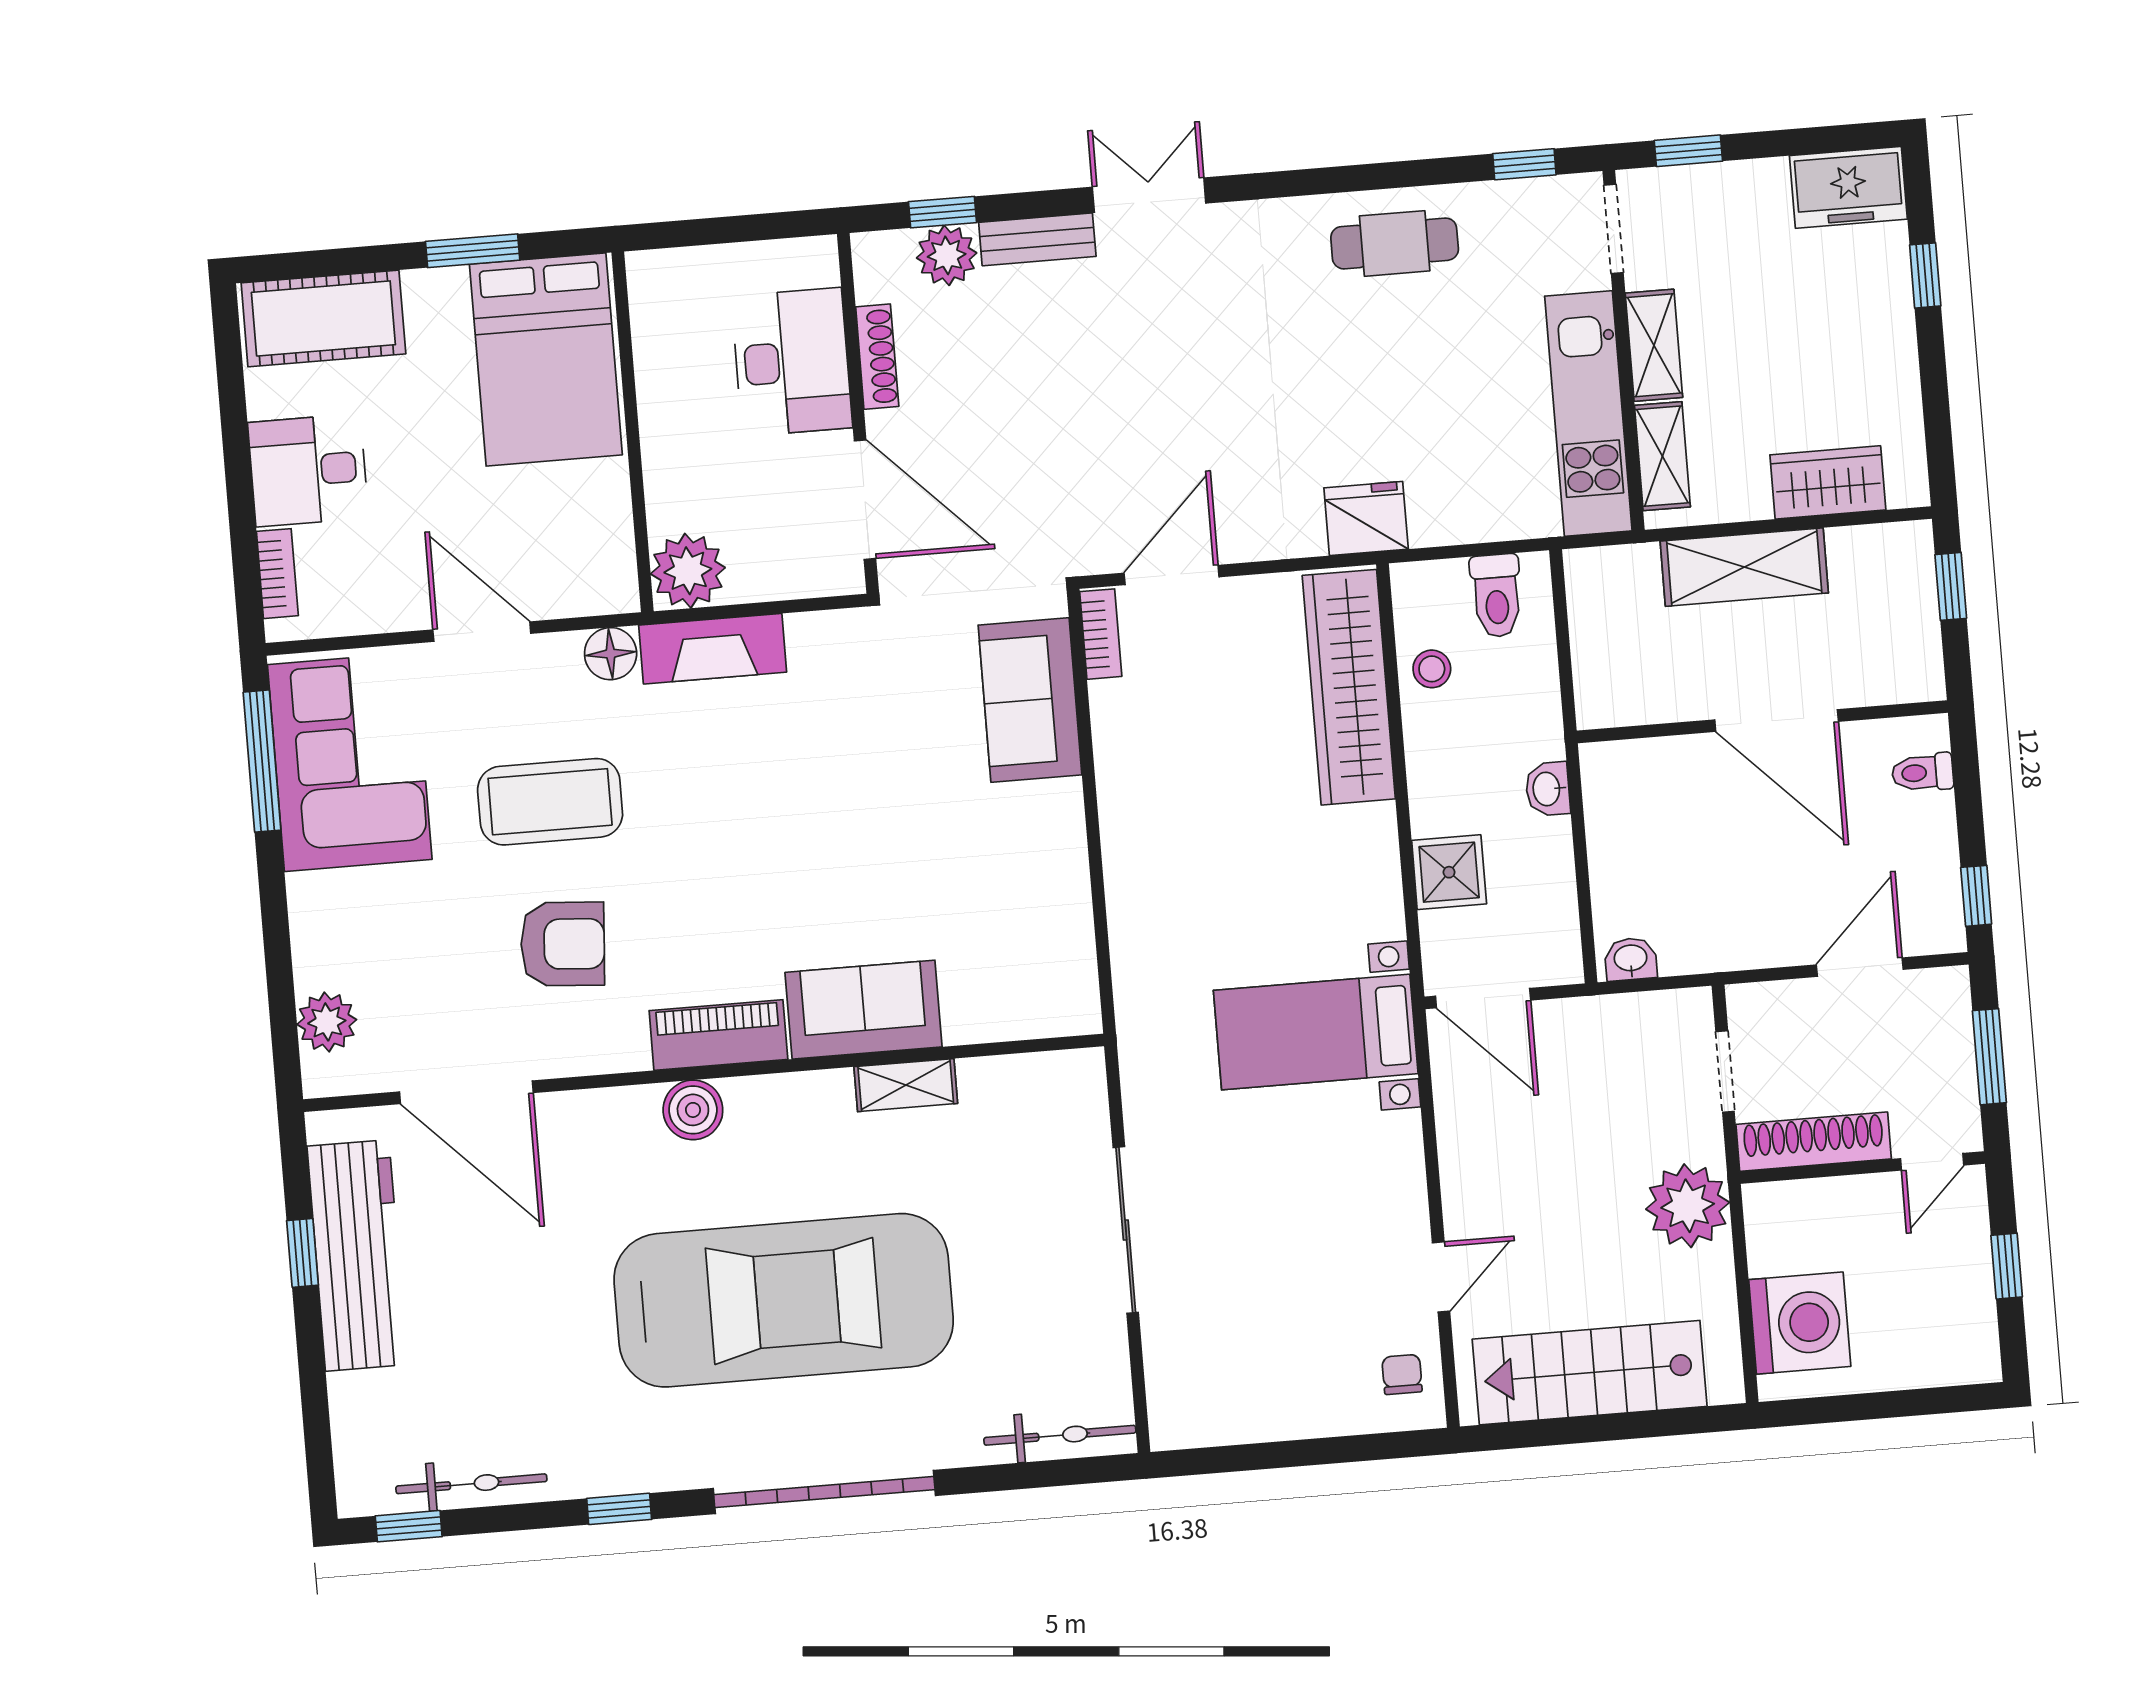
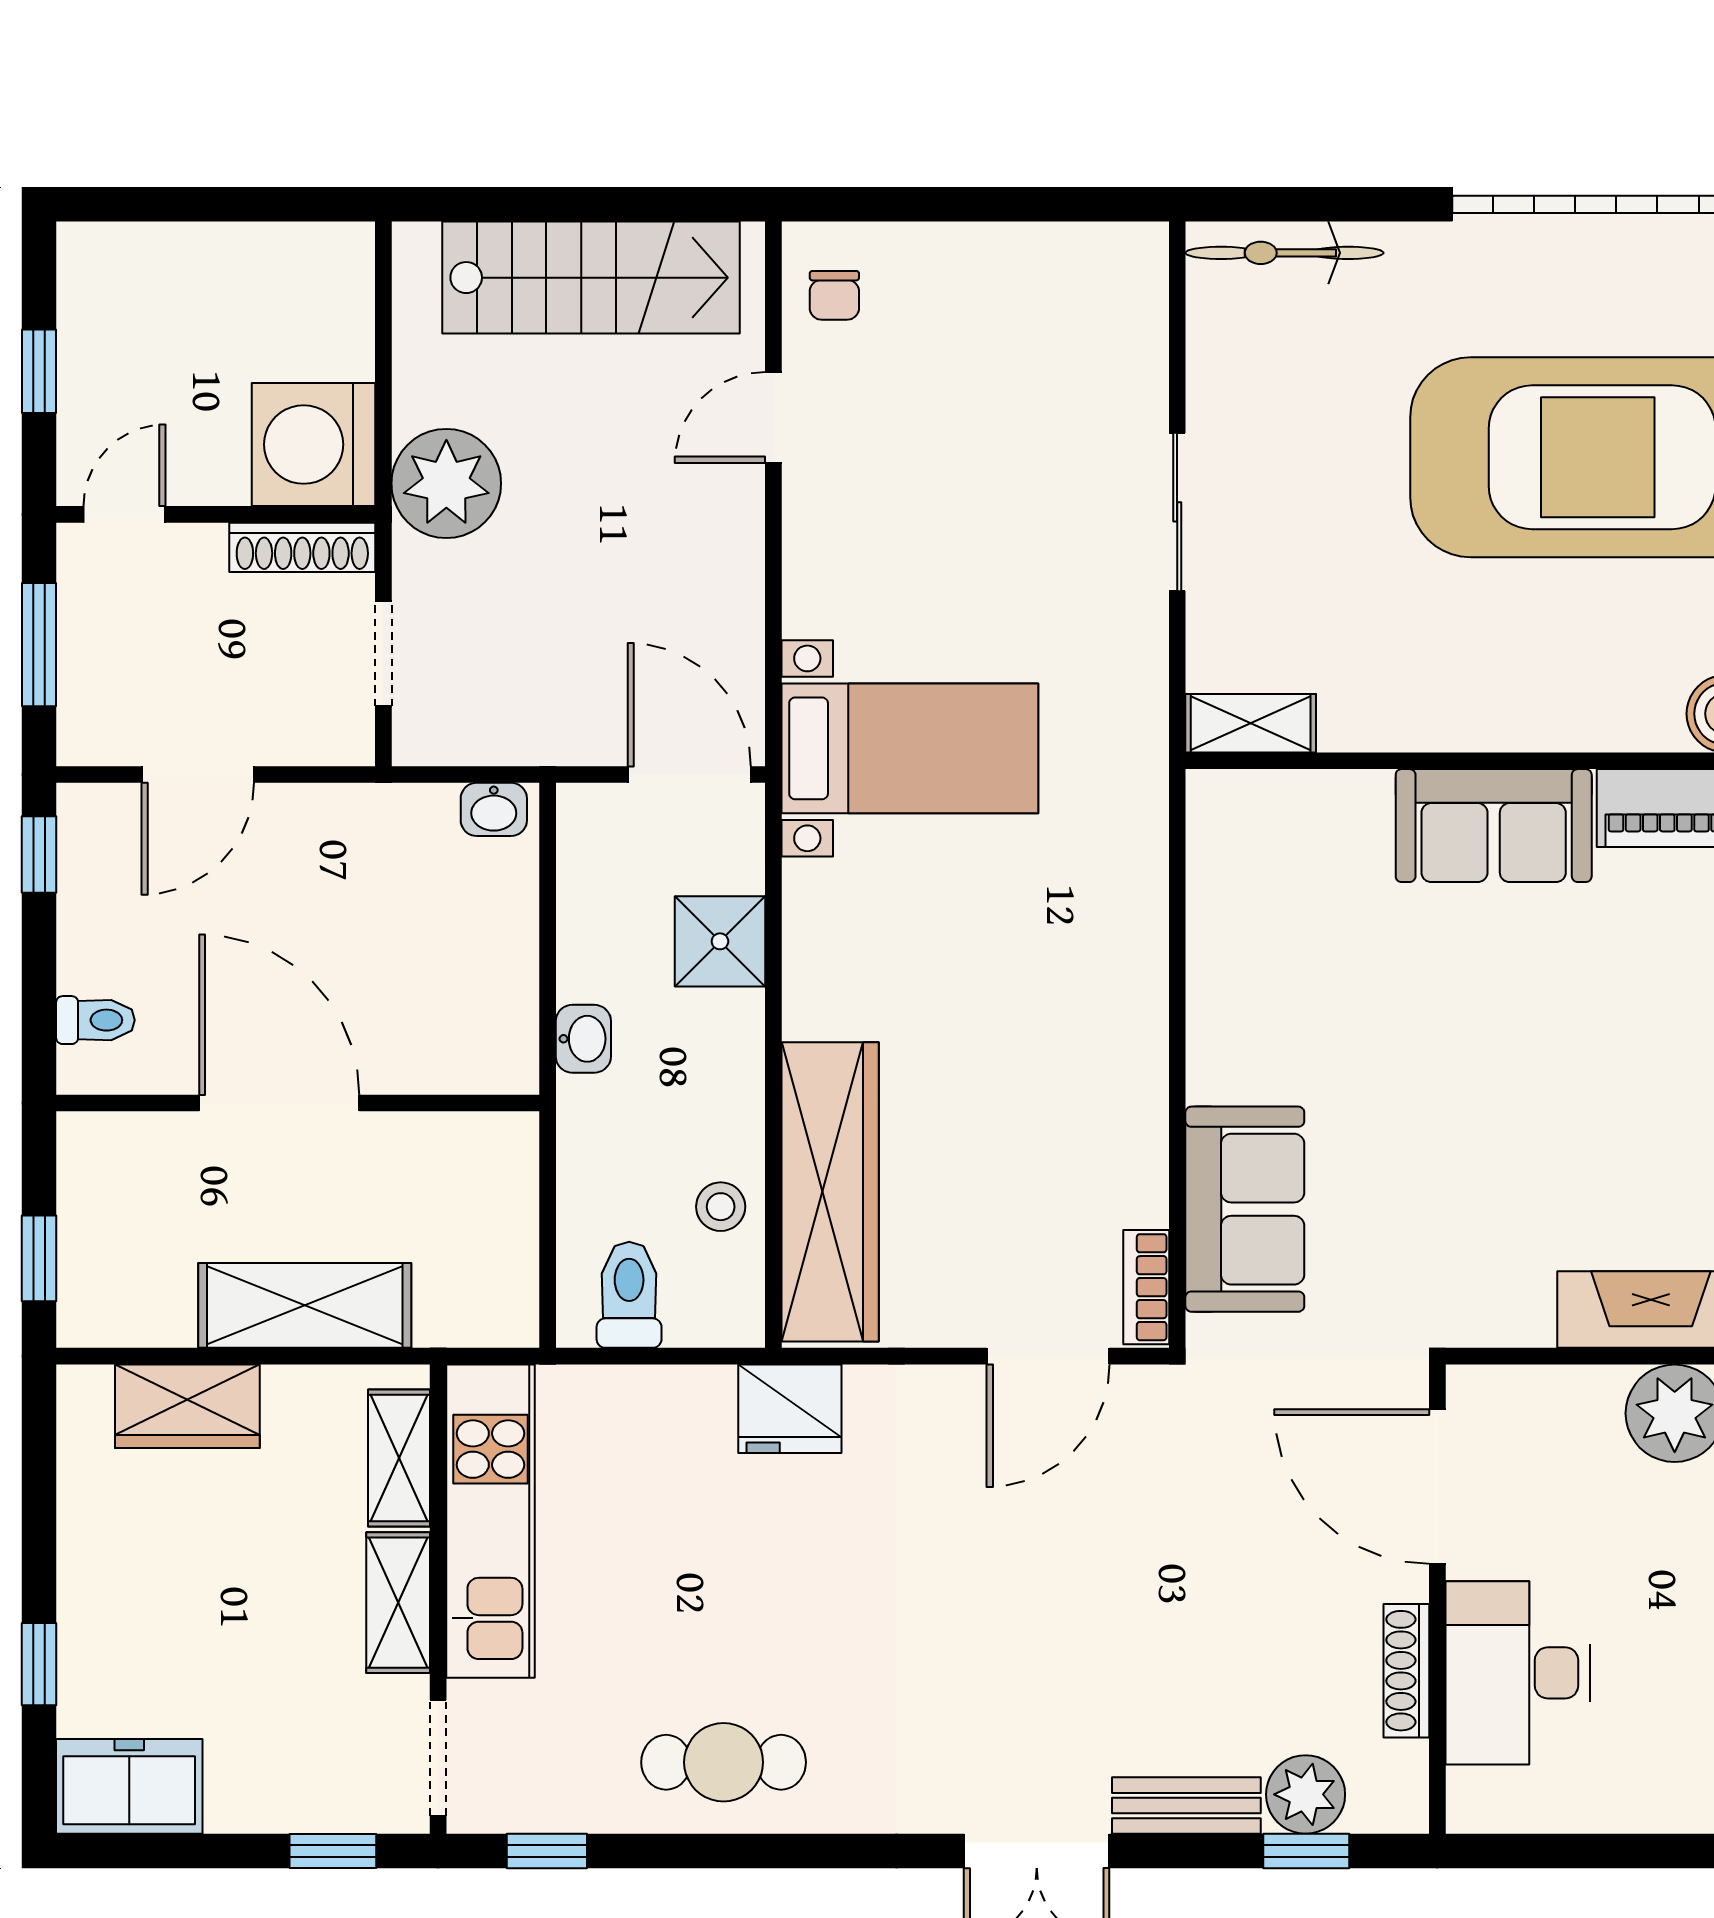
shelving: (906, 1085) -> (1251, 723), moved
shoe rack: (1814, 1142) -> (302, 547), width x0.74, depth x0.81
sliding door: (1126, 1230) -> (1177, 512), width x0.73
washing machine: (1800, 1323) -> (313, 445), moved

